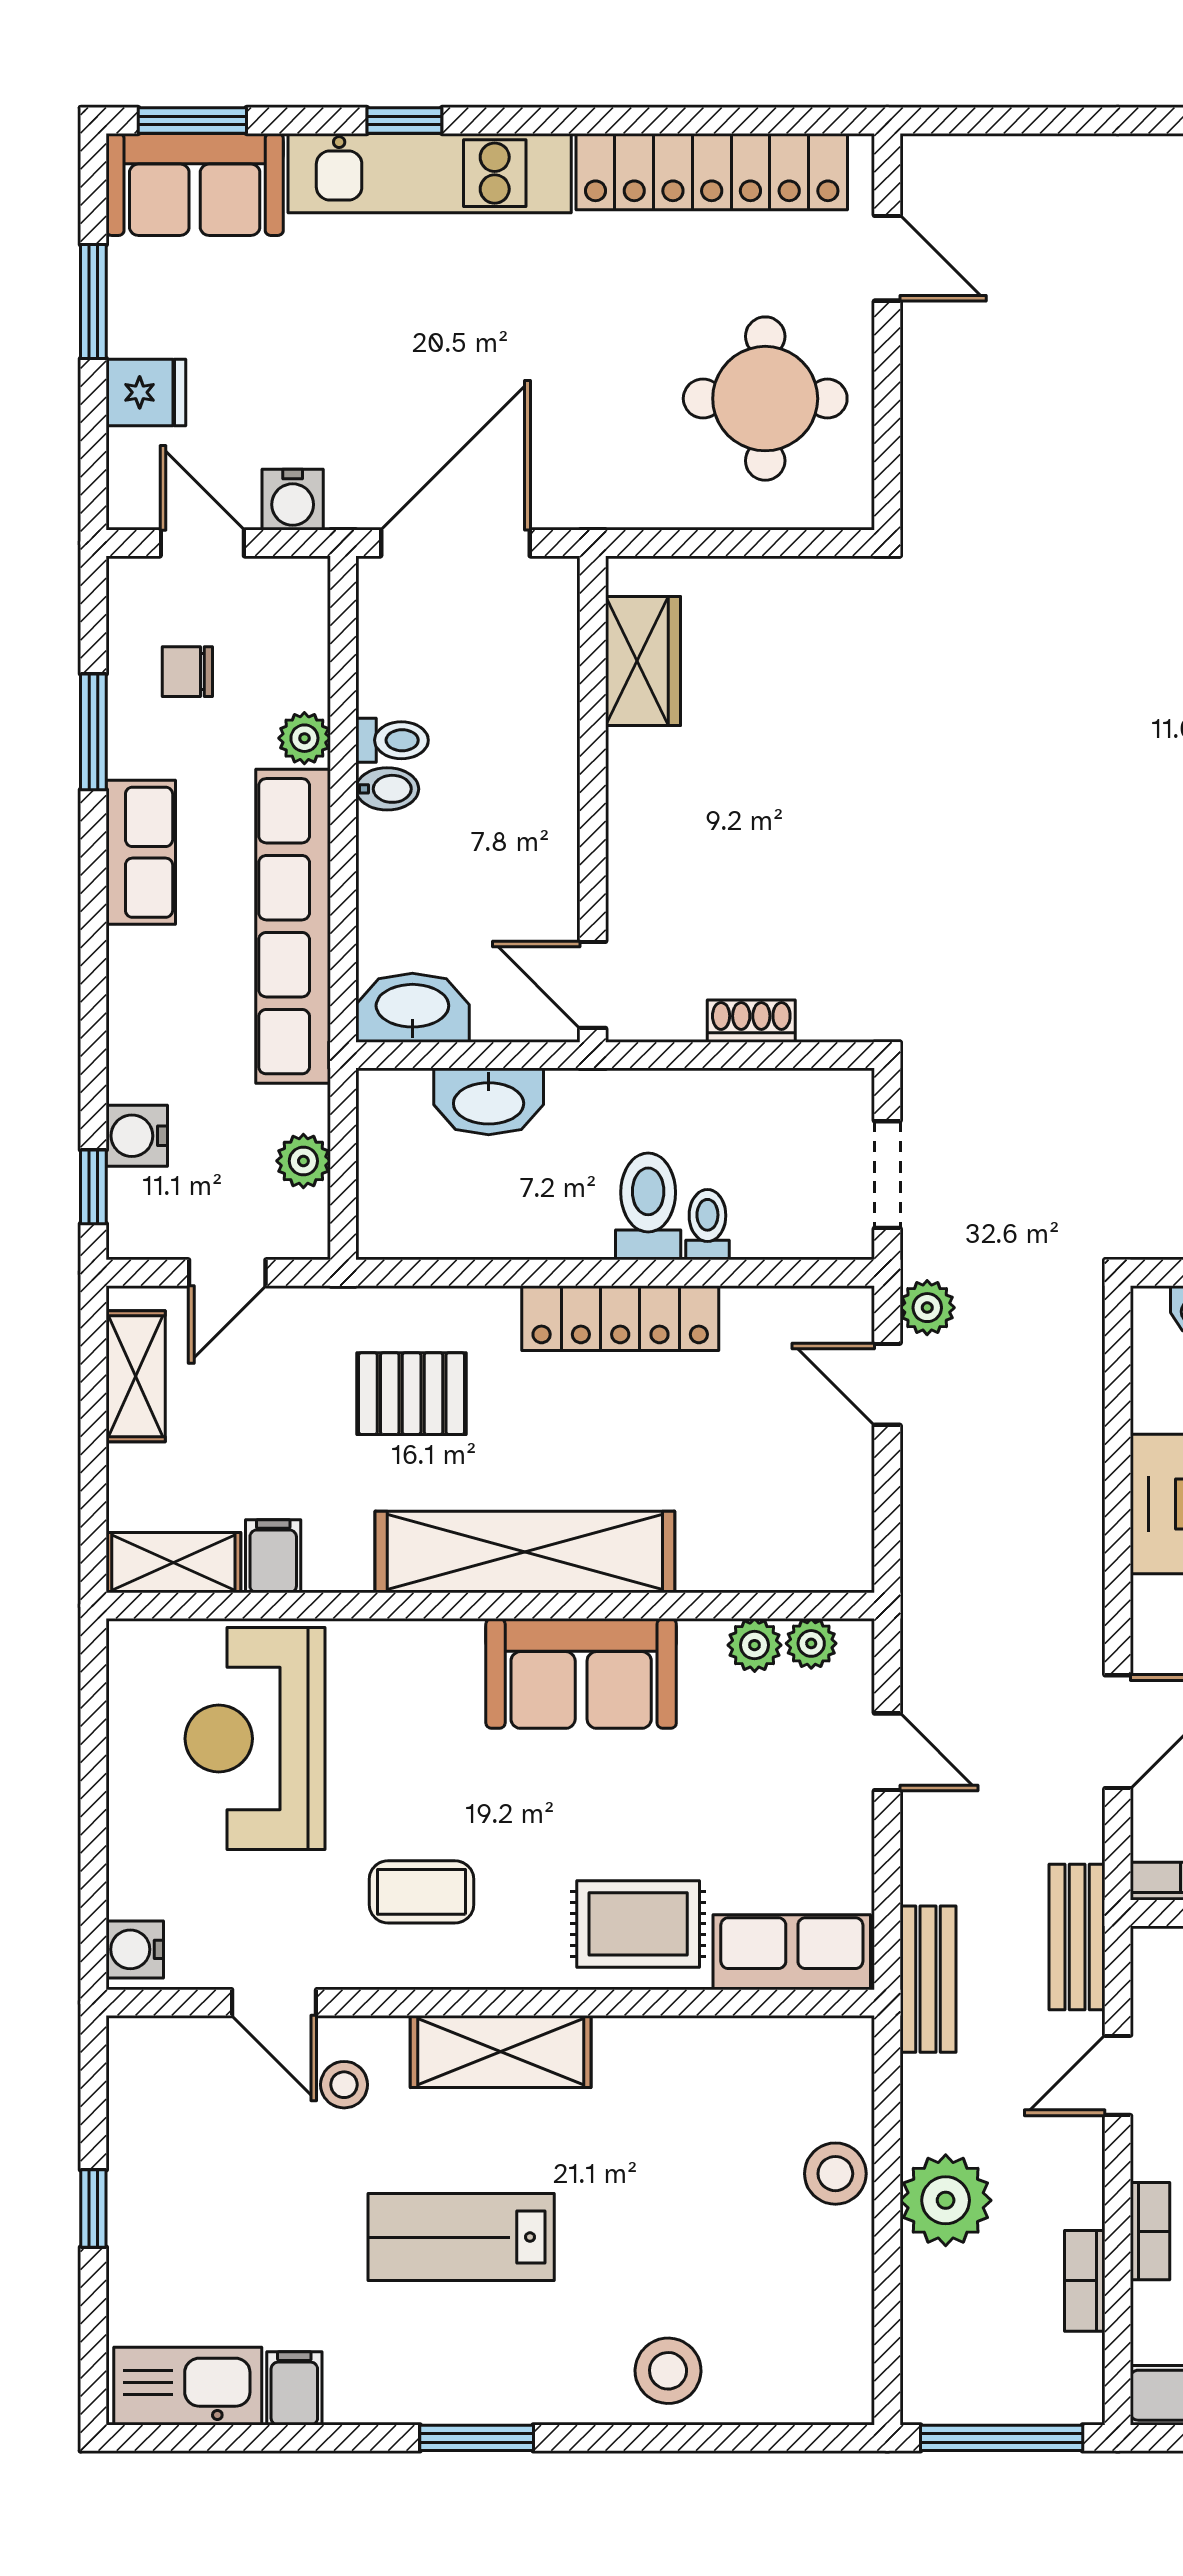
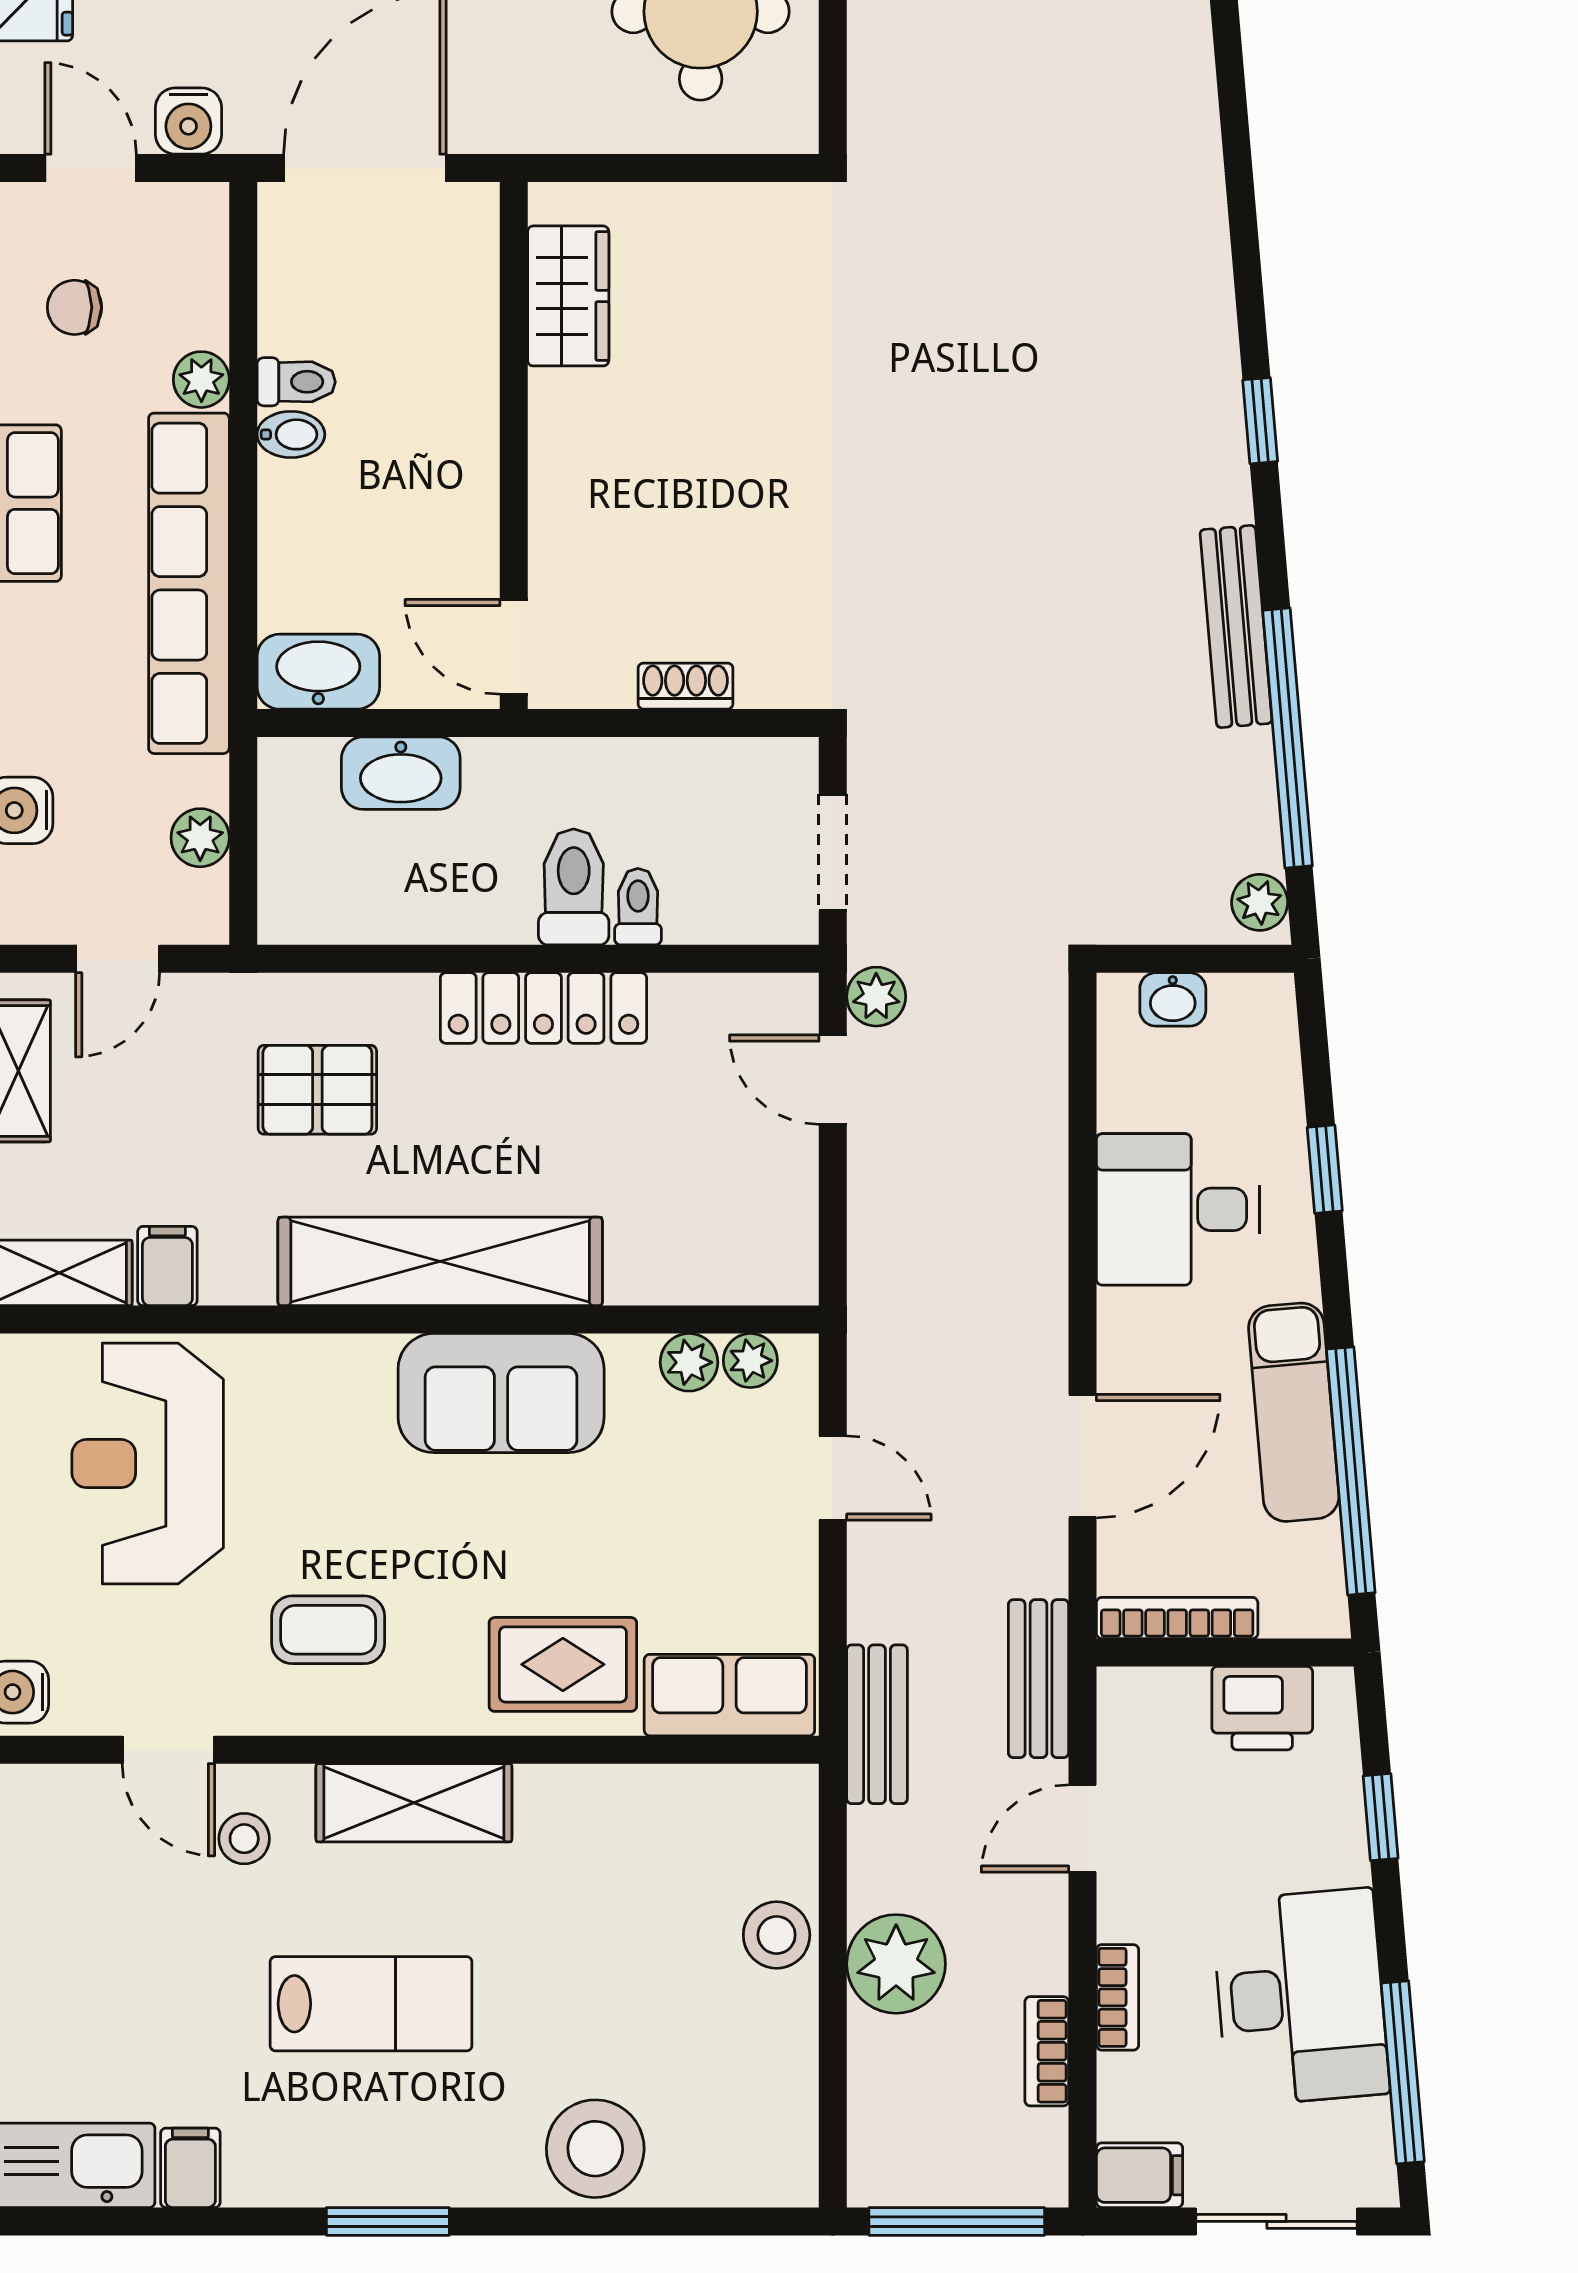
lab bench: (461, 2237) -> (371, 2004), turned 180
stool: (668, 2371) -> (595, 2149), width x1.38, depth x1.38

